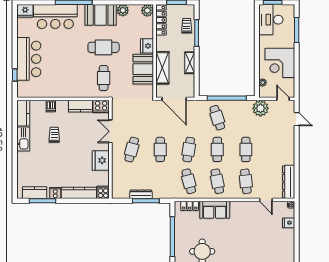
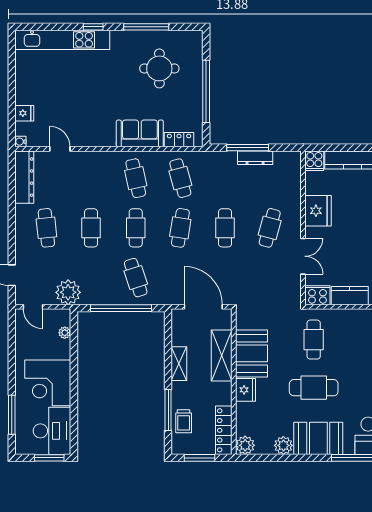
corner desk: (280, 63) -> (48, 383), moved, turned 180
cafe table: (246, 181) -> (46, 228), moved

